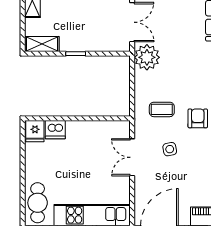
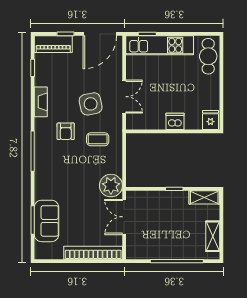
dishwasher: (55, 130) -> (175, 121), moved
side table: (170, 149) -> (91, 104), width x1.87, depth x1.87

